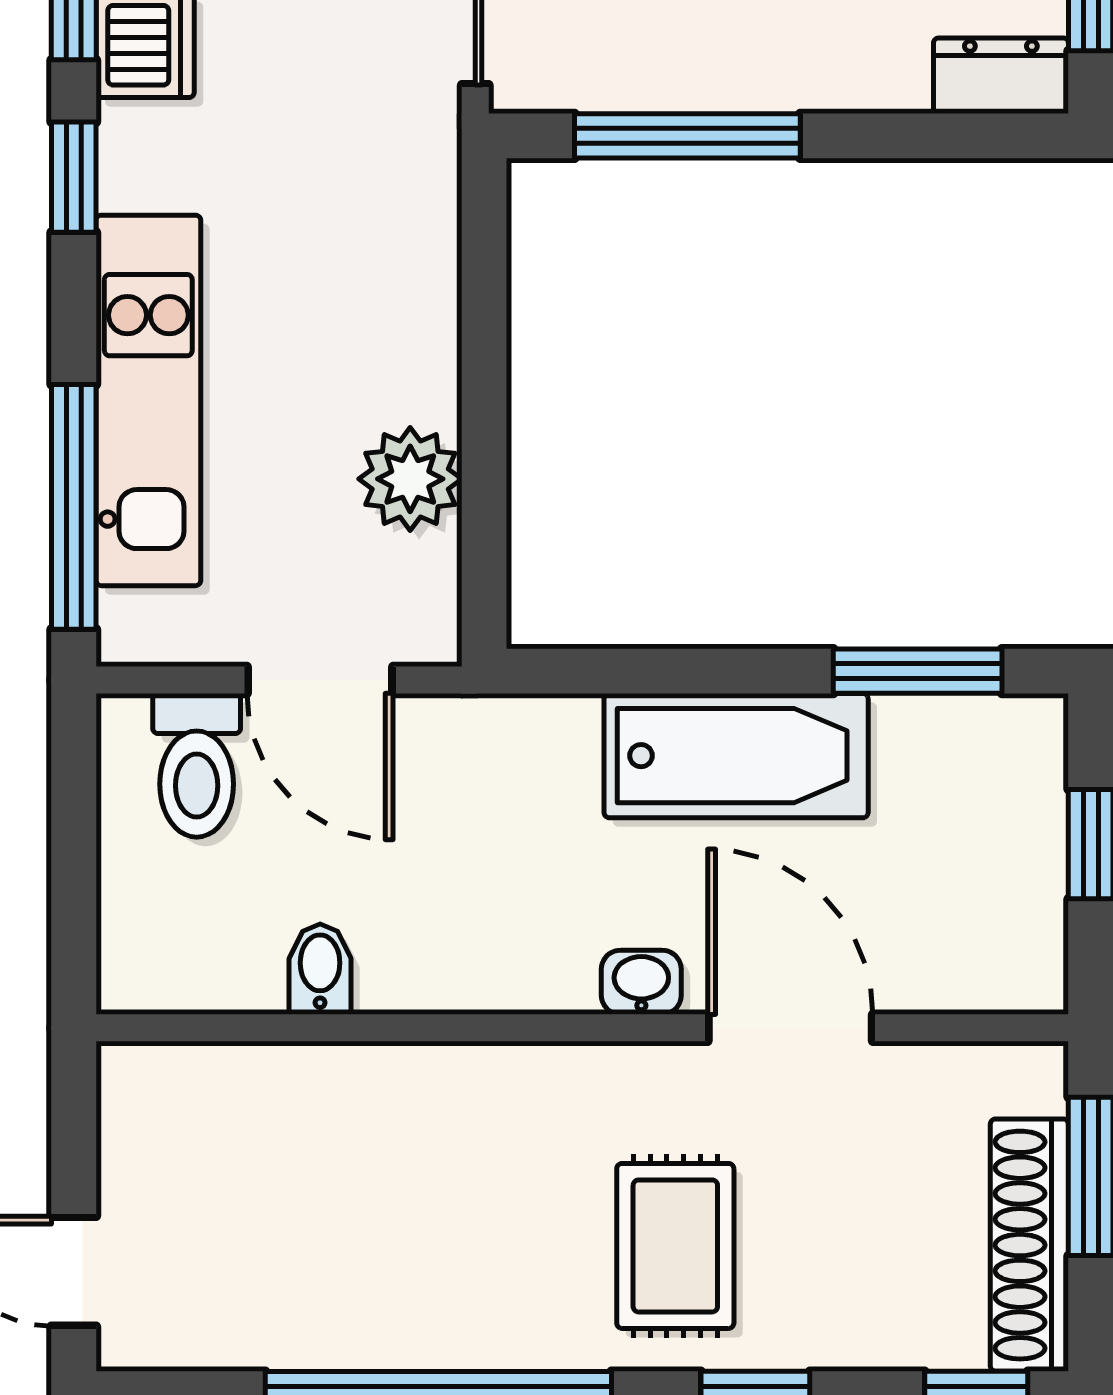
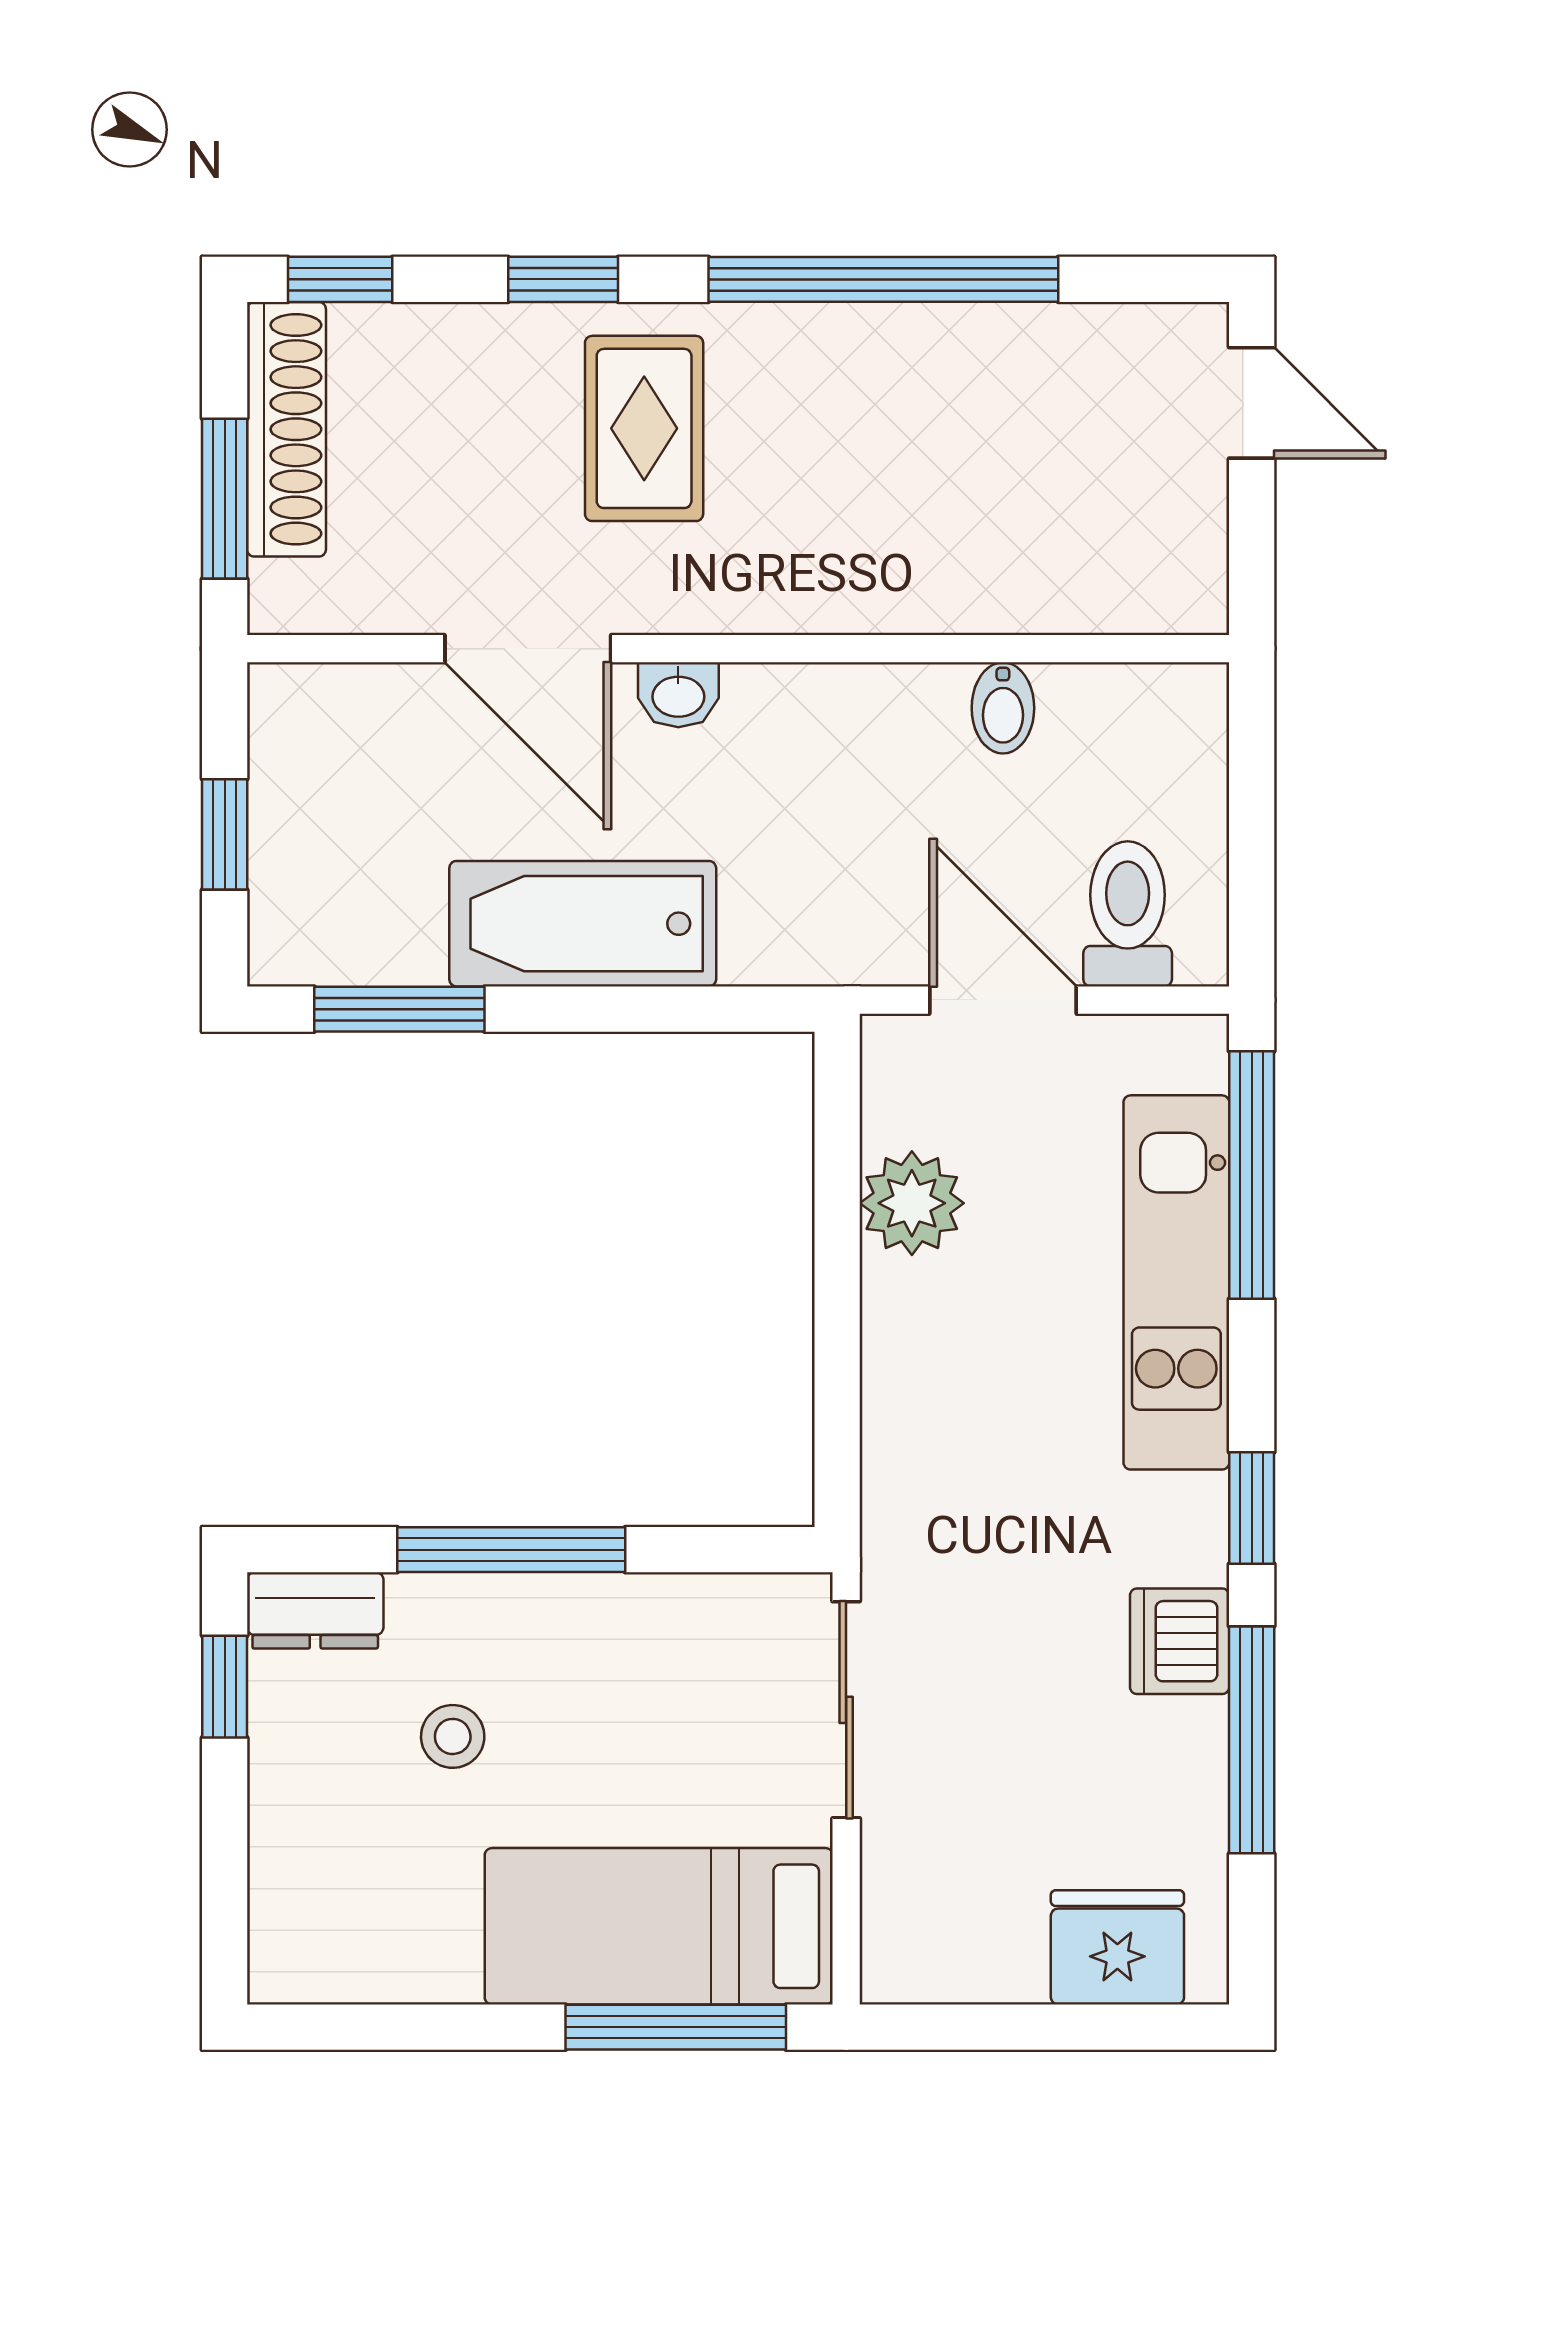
window: (687, 136) -> (511, 1550), moved

